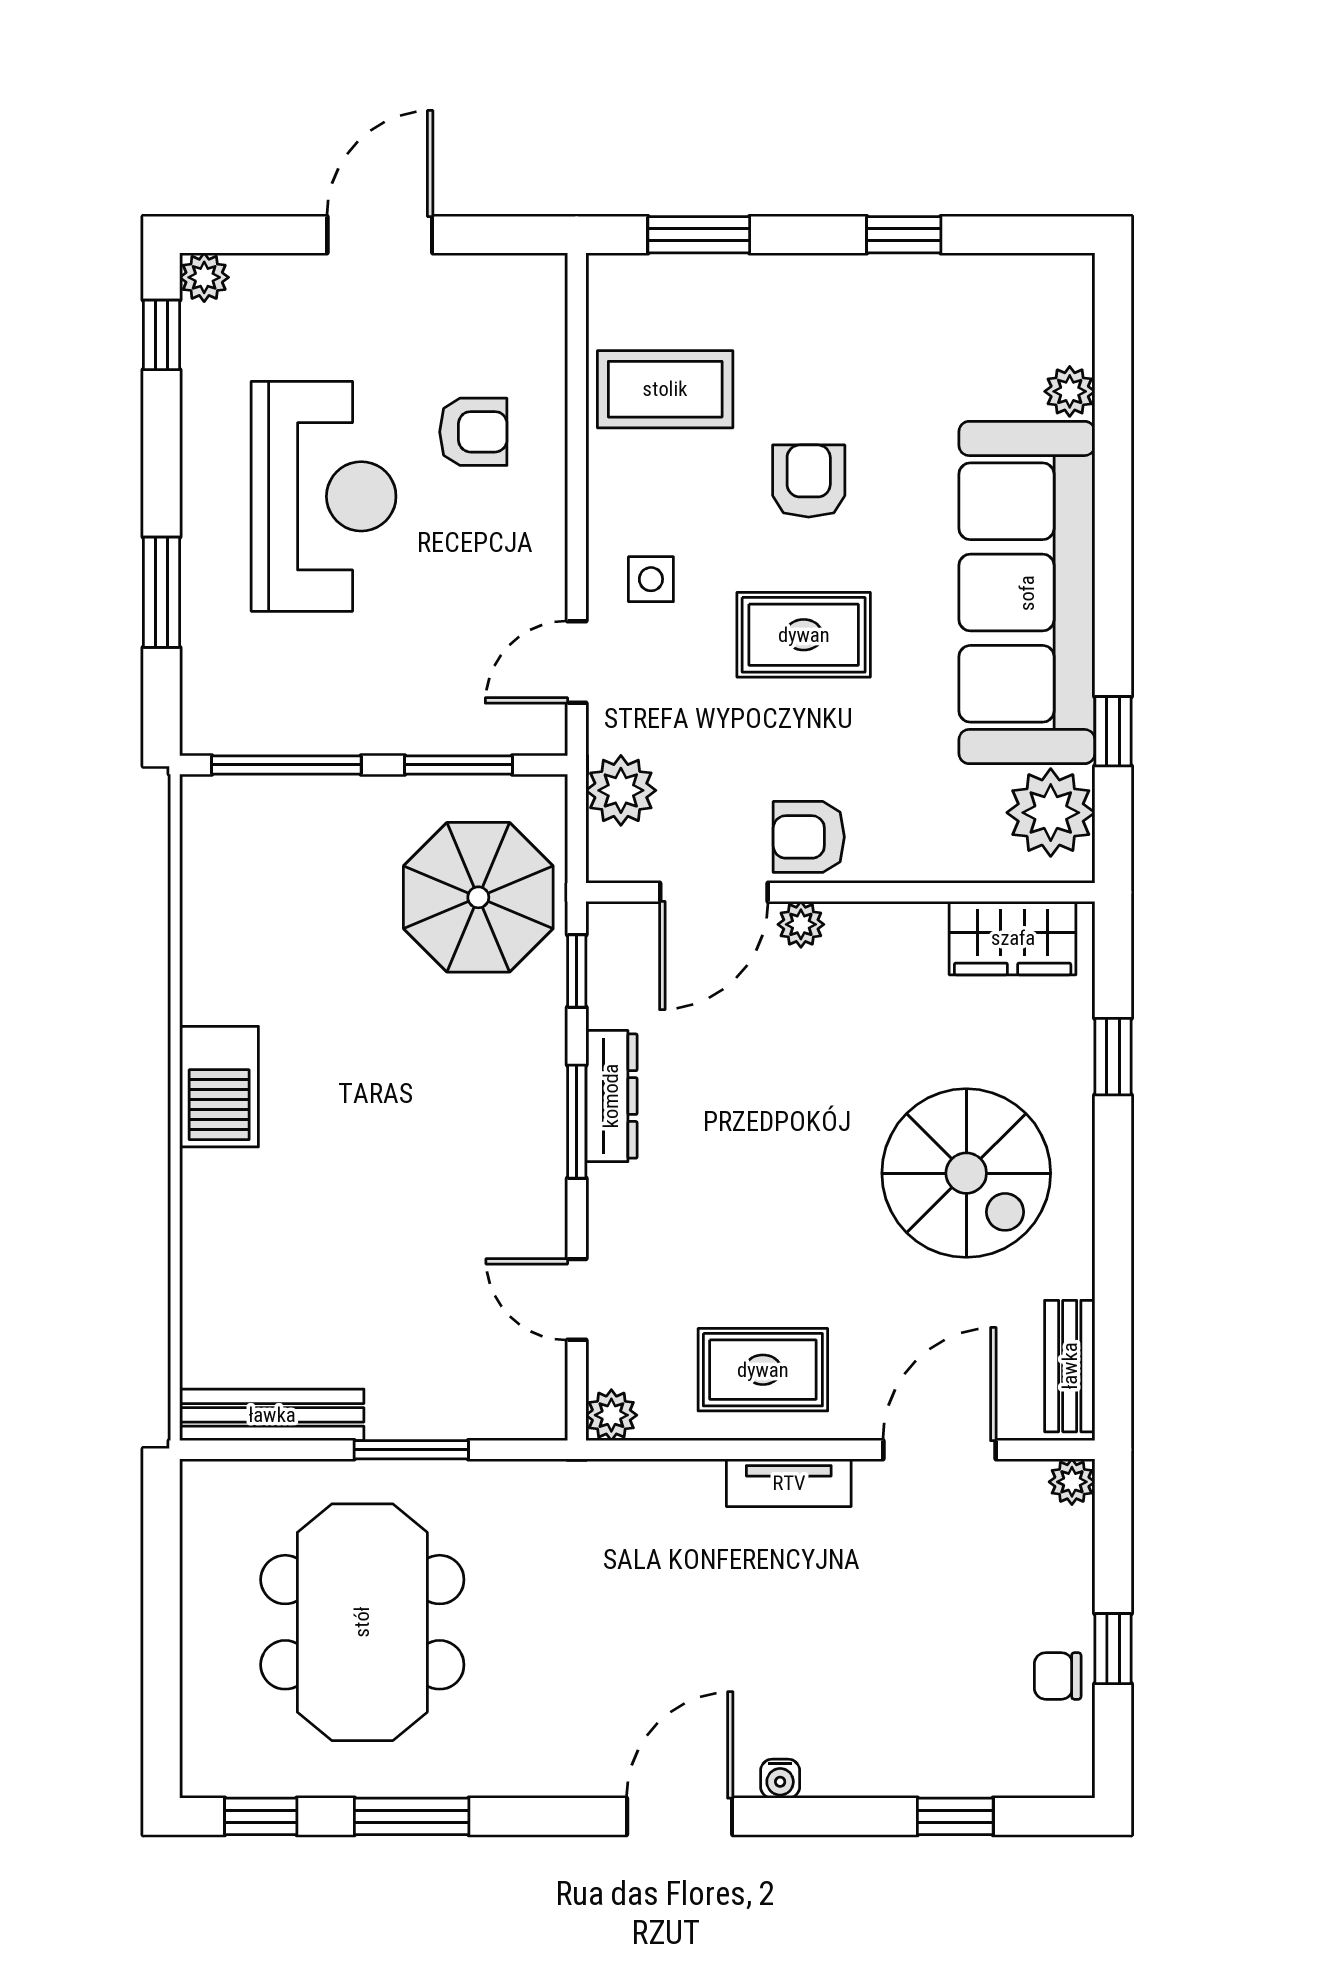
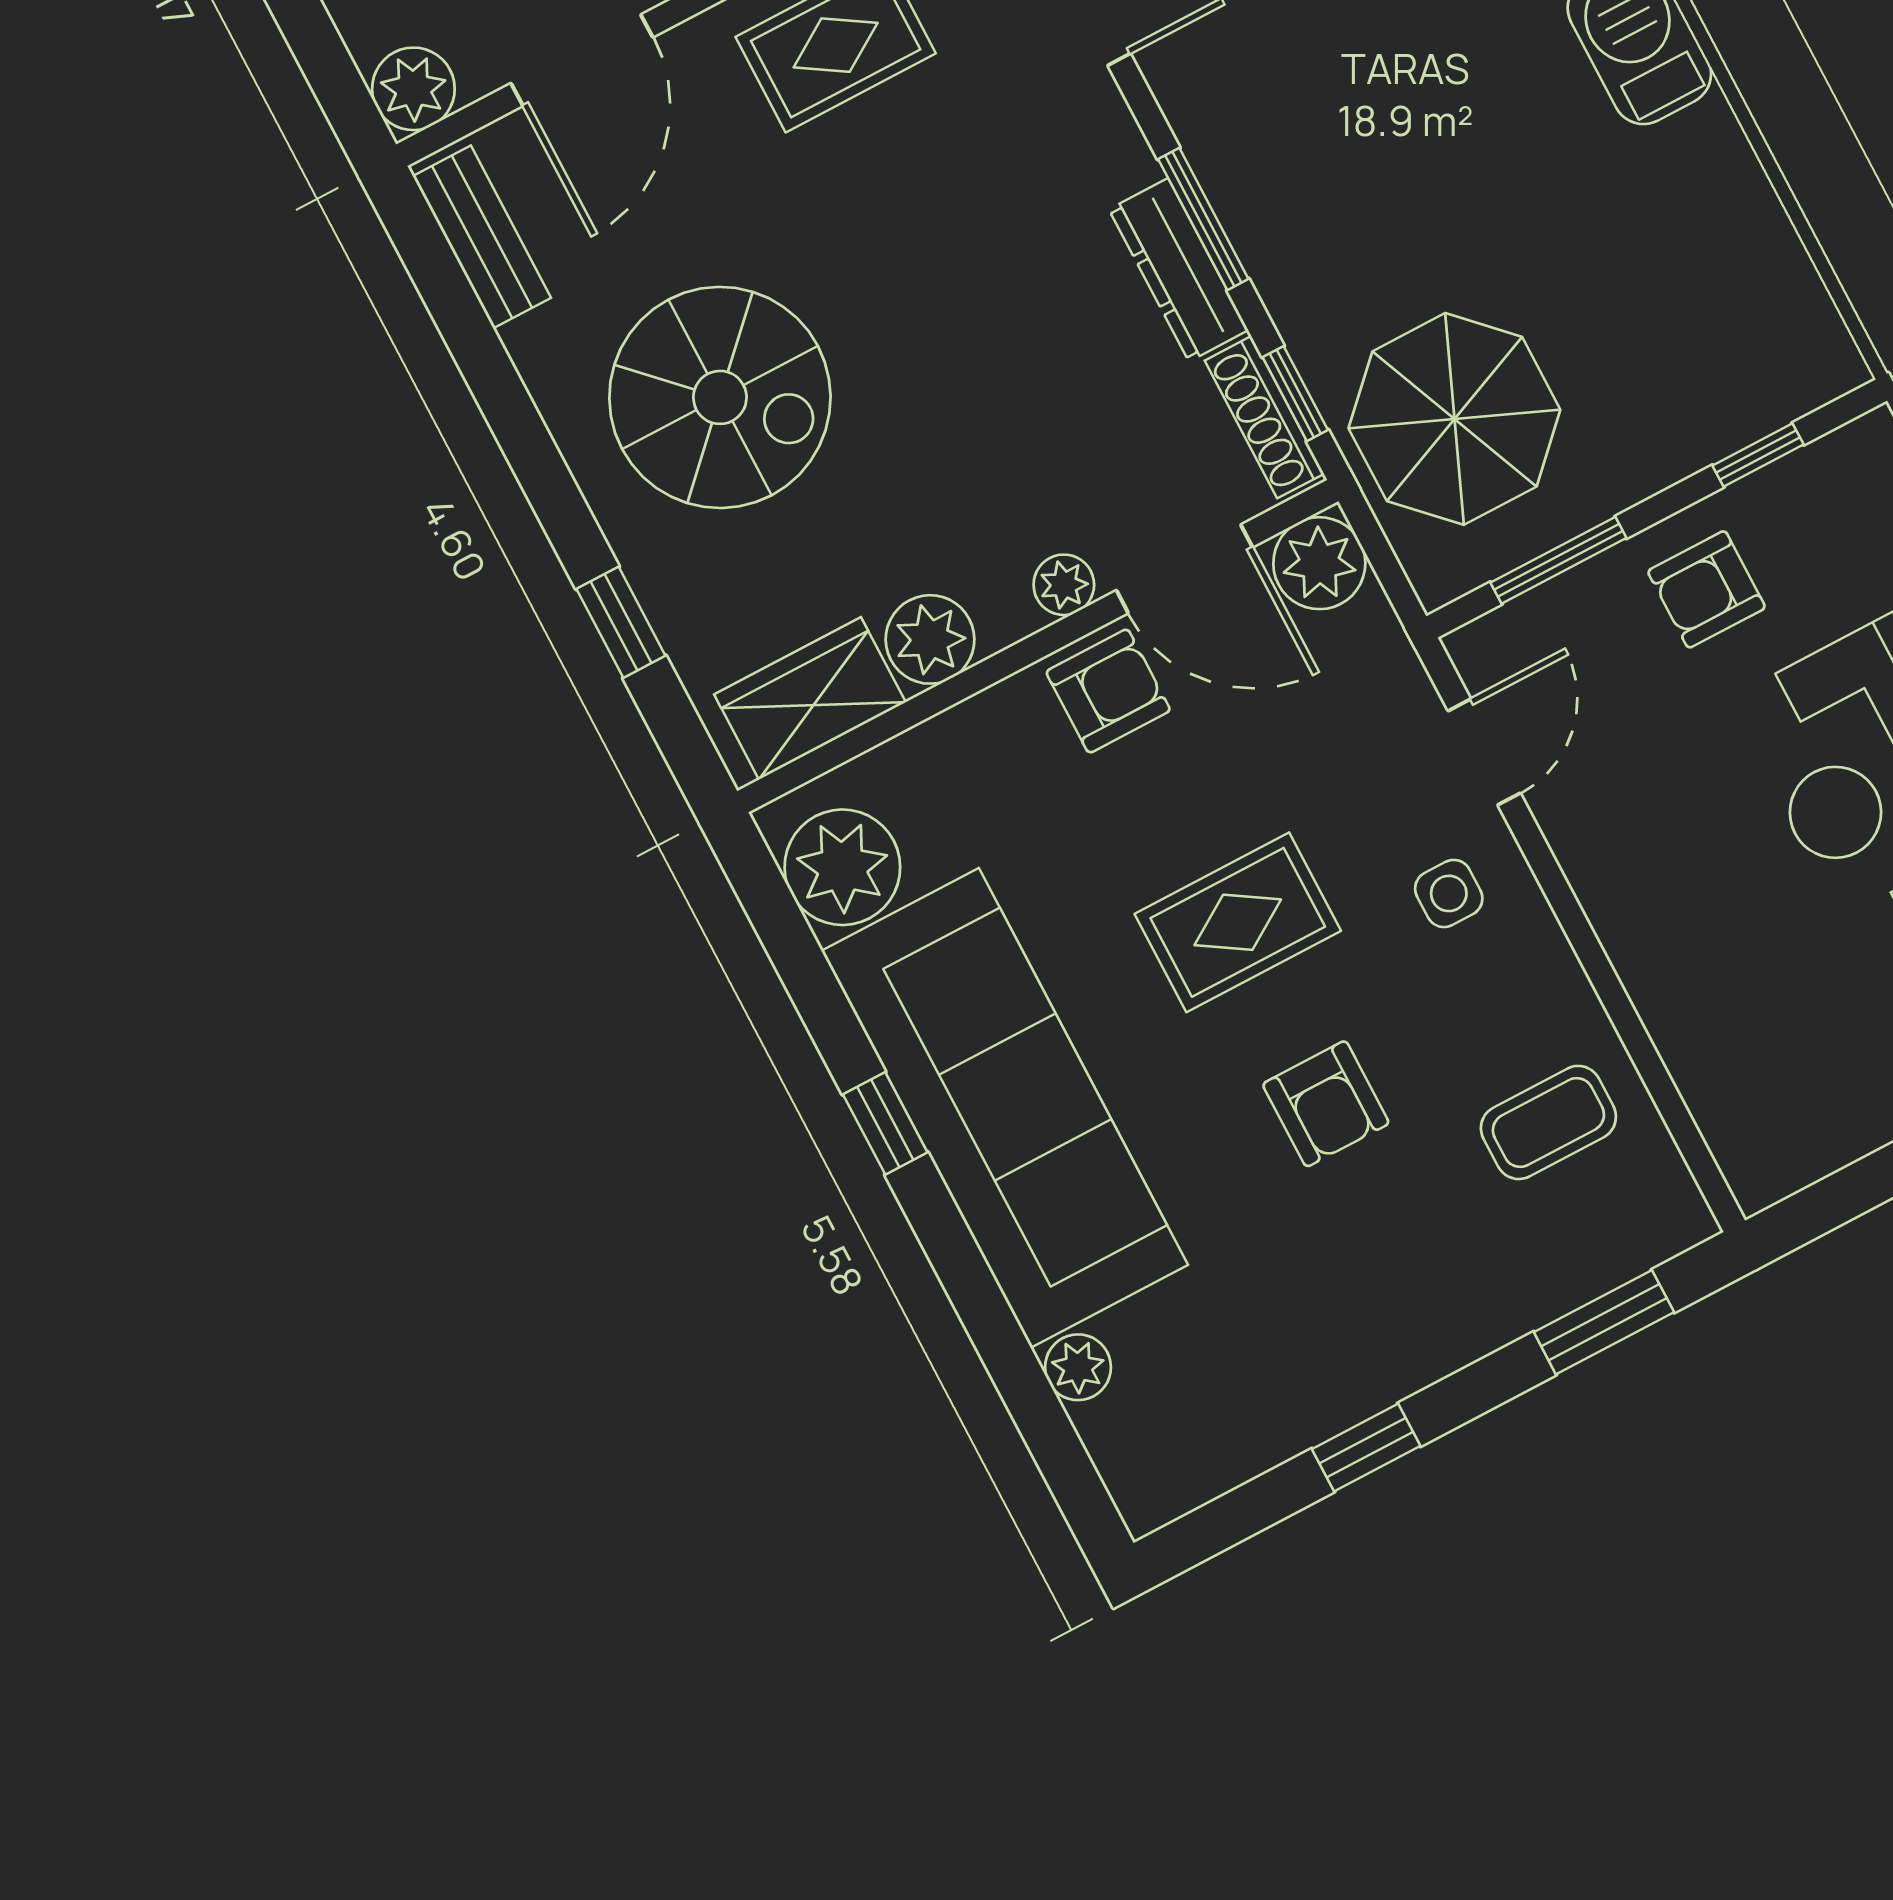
coffee table: (665, 389) -> (1548, 1122), width x0.73, depth x0.77
armchair: (473, 432) -> (1707, 589), moved
window: (1113, 731) -> (885, 1123), moved
window: (286, 765) -> (1758, 455), width x0.46
plant: (621, 790) -> (1319, 563), moved
door: (714, 892) -> (1184, 569), swing flipped
plant: (911, 935) -> (930, 639), added
shoe rack: (606, 966) -> (1264, 417), added
spiral stairs: (966, 1173) -> (720, 397), turned 180
plant: (1072, 1482) -> (413, 89), width x1.38, depth x1.38

